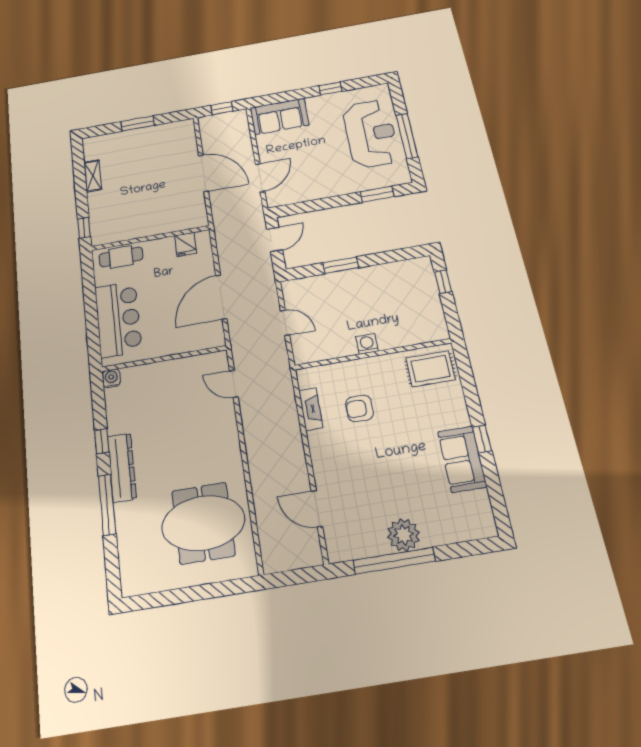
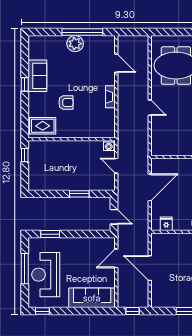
window: (330, 89) -> (42, 311), moved
sofa: (279, 116) -> (92, 298), width x1.36
door: (275, 239) -> (114, 217), swing flipped
window: (443, 282) -> (25, 155), moved
washing machine: (367, 344) -> (109, 146), moved
door: (234, 384) -> (150, 108), moved
armchair: (359, 408) -> (66, 102), moved
fireplace: (311, 409) -> (110, 97), moved

